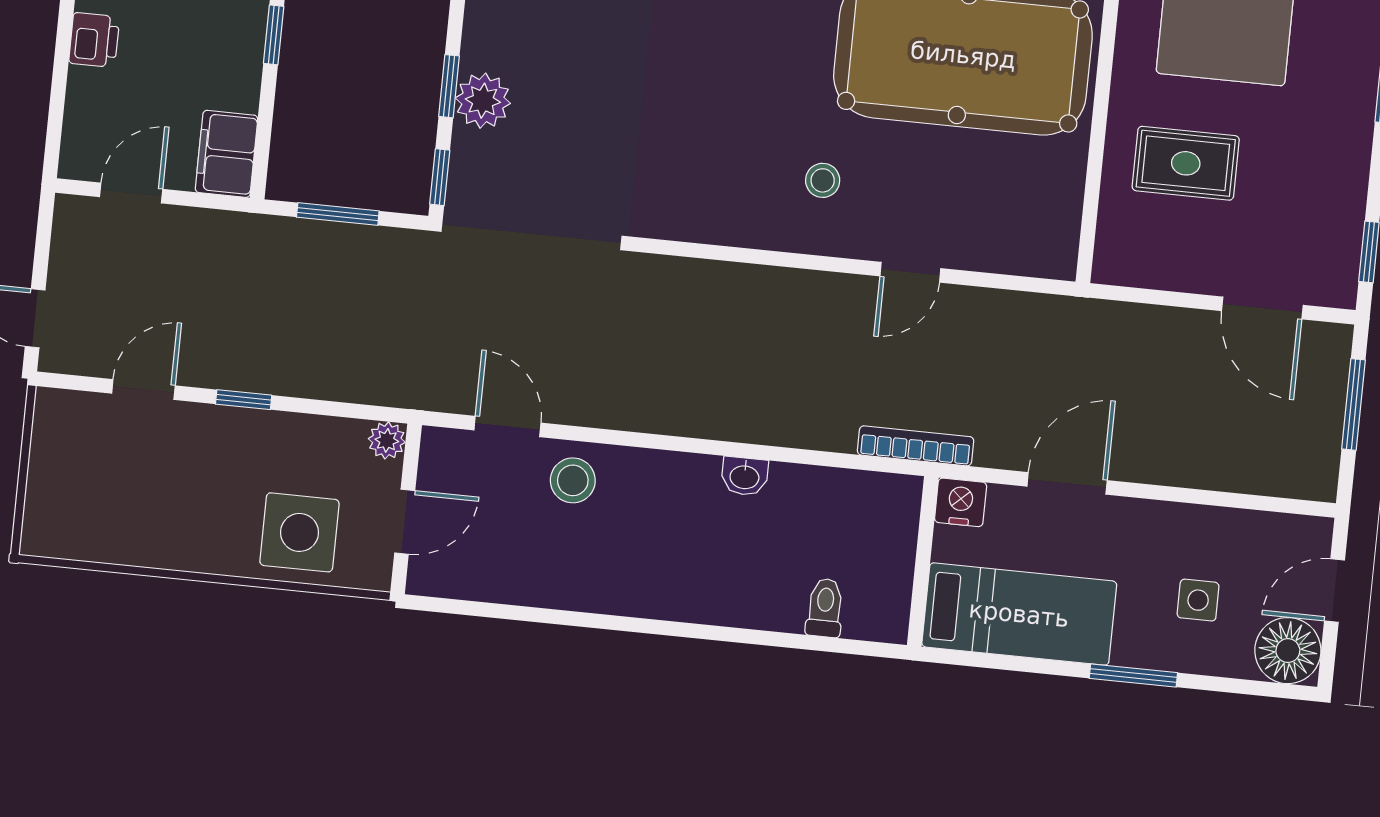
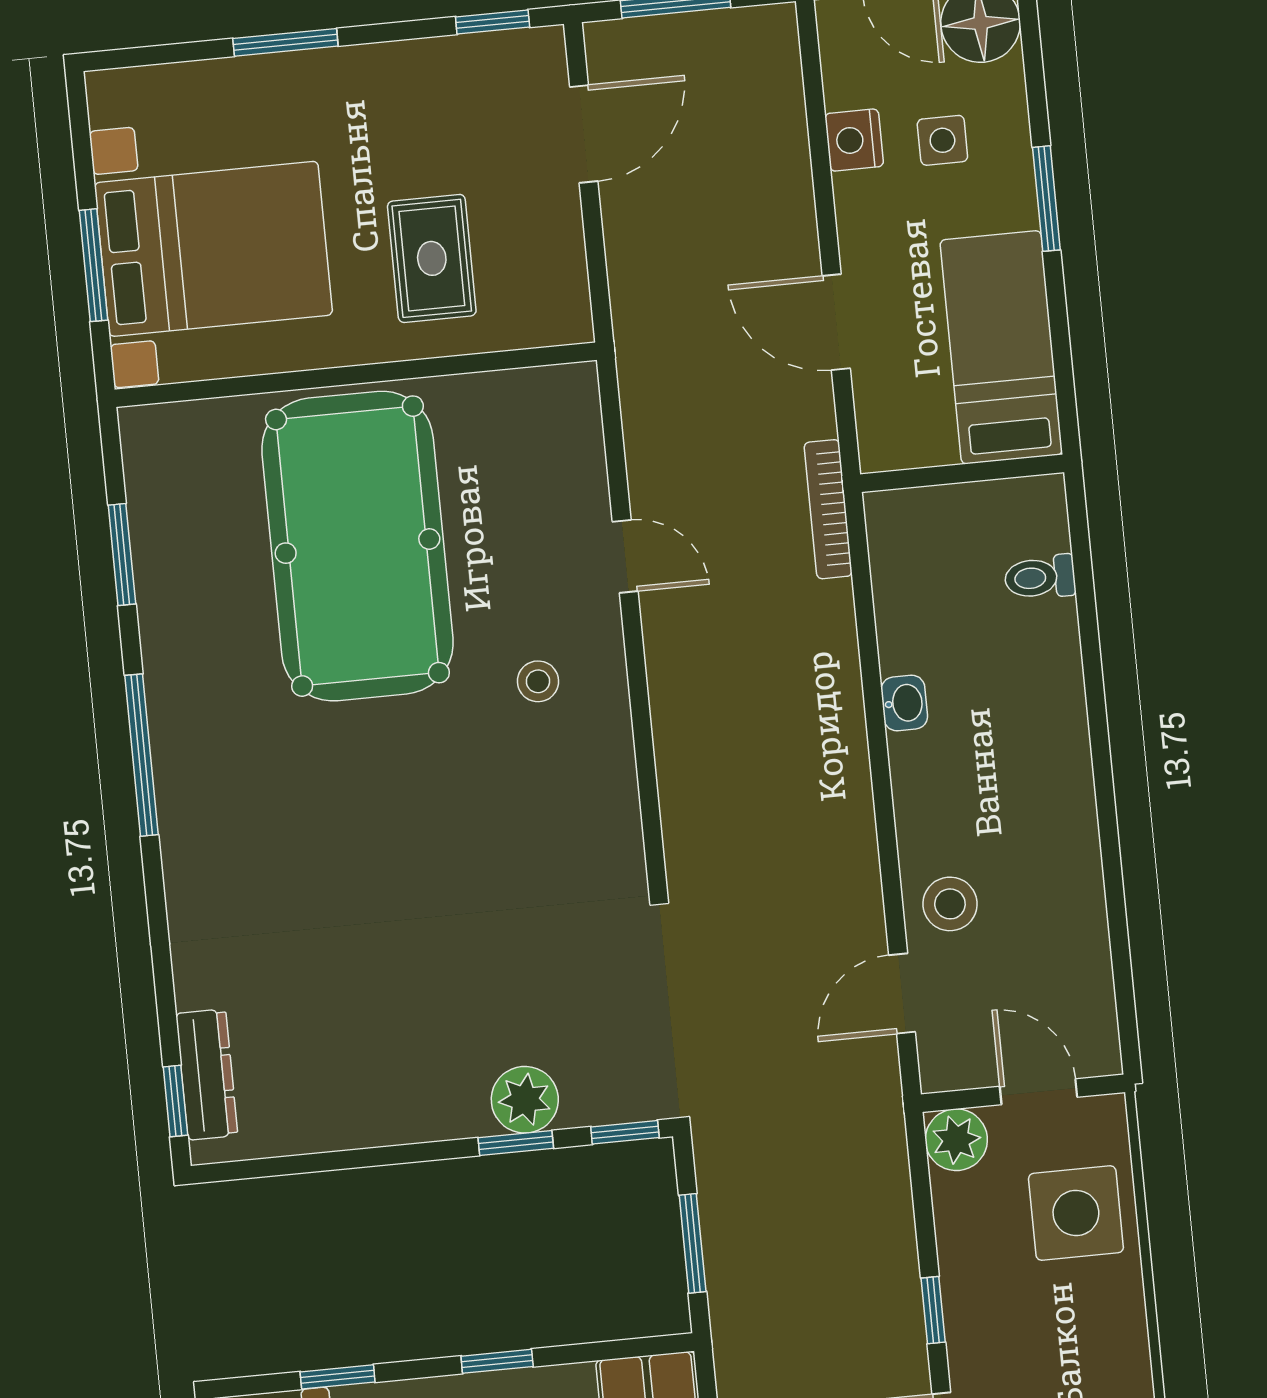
plant: (387, 440) -> (956, 1140), width x1.38, depth x1.38
nightstand: (961, 502) -> (854, 140), moved

